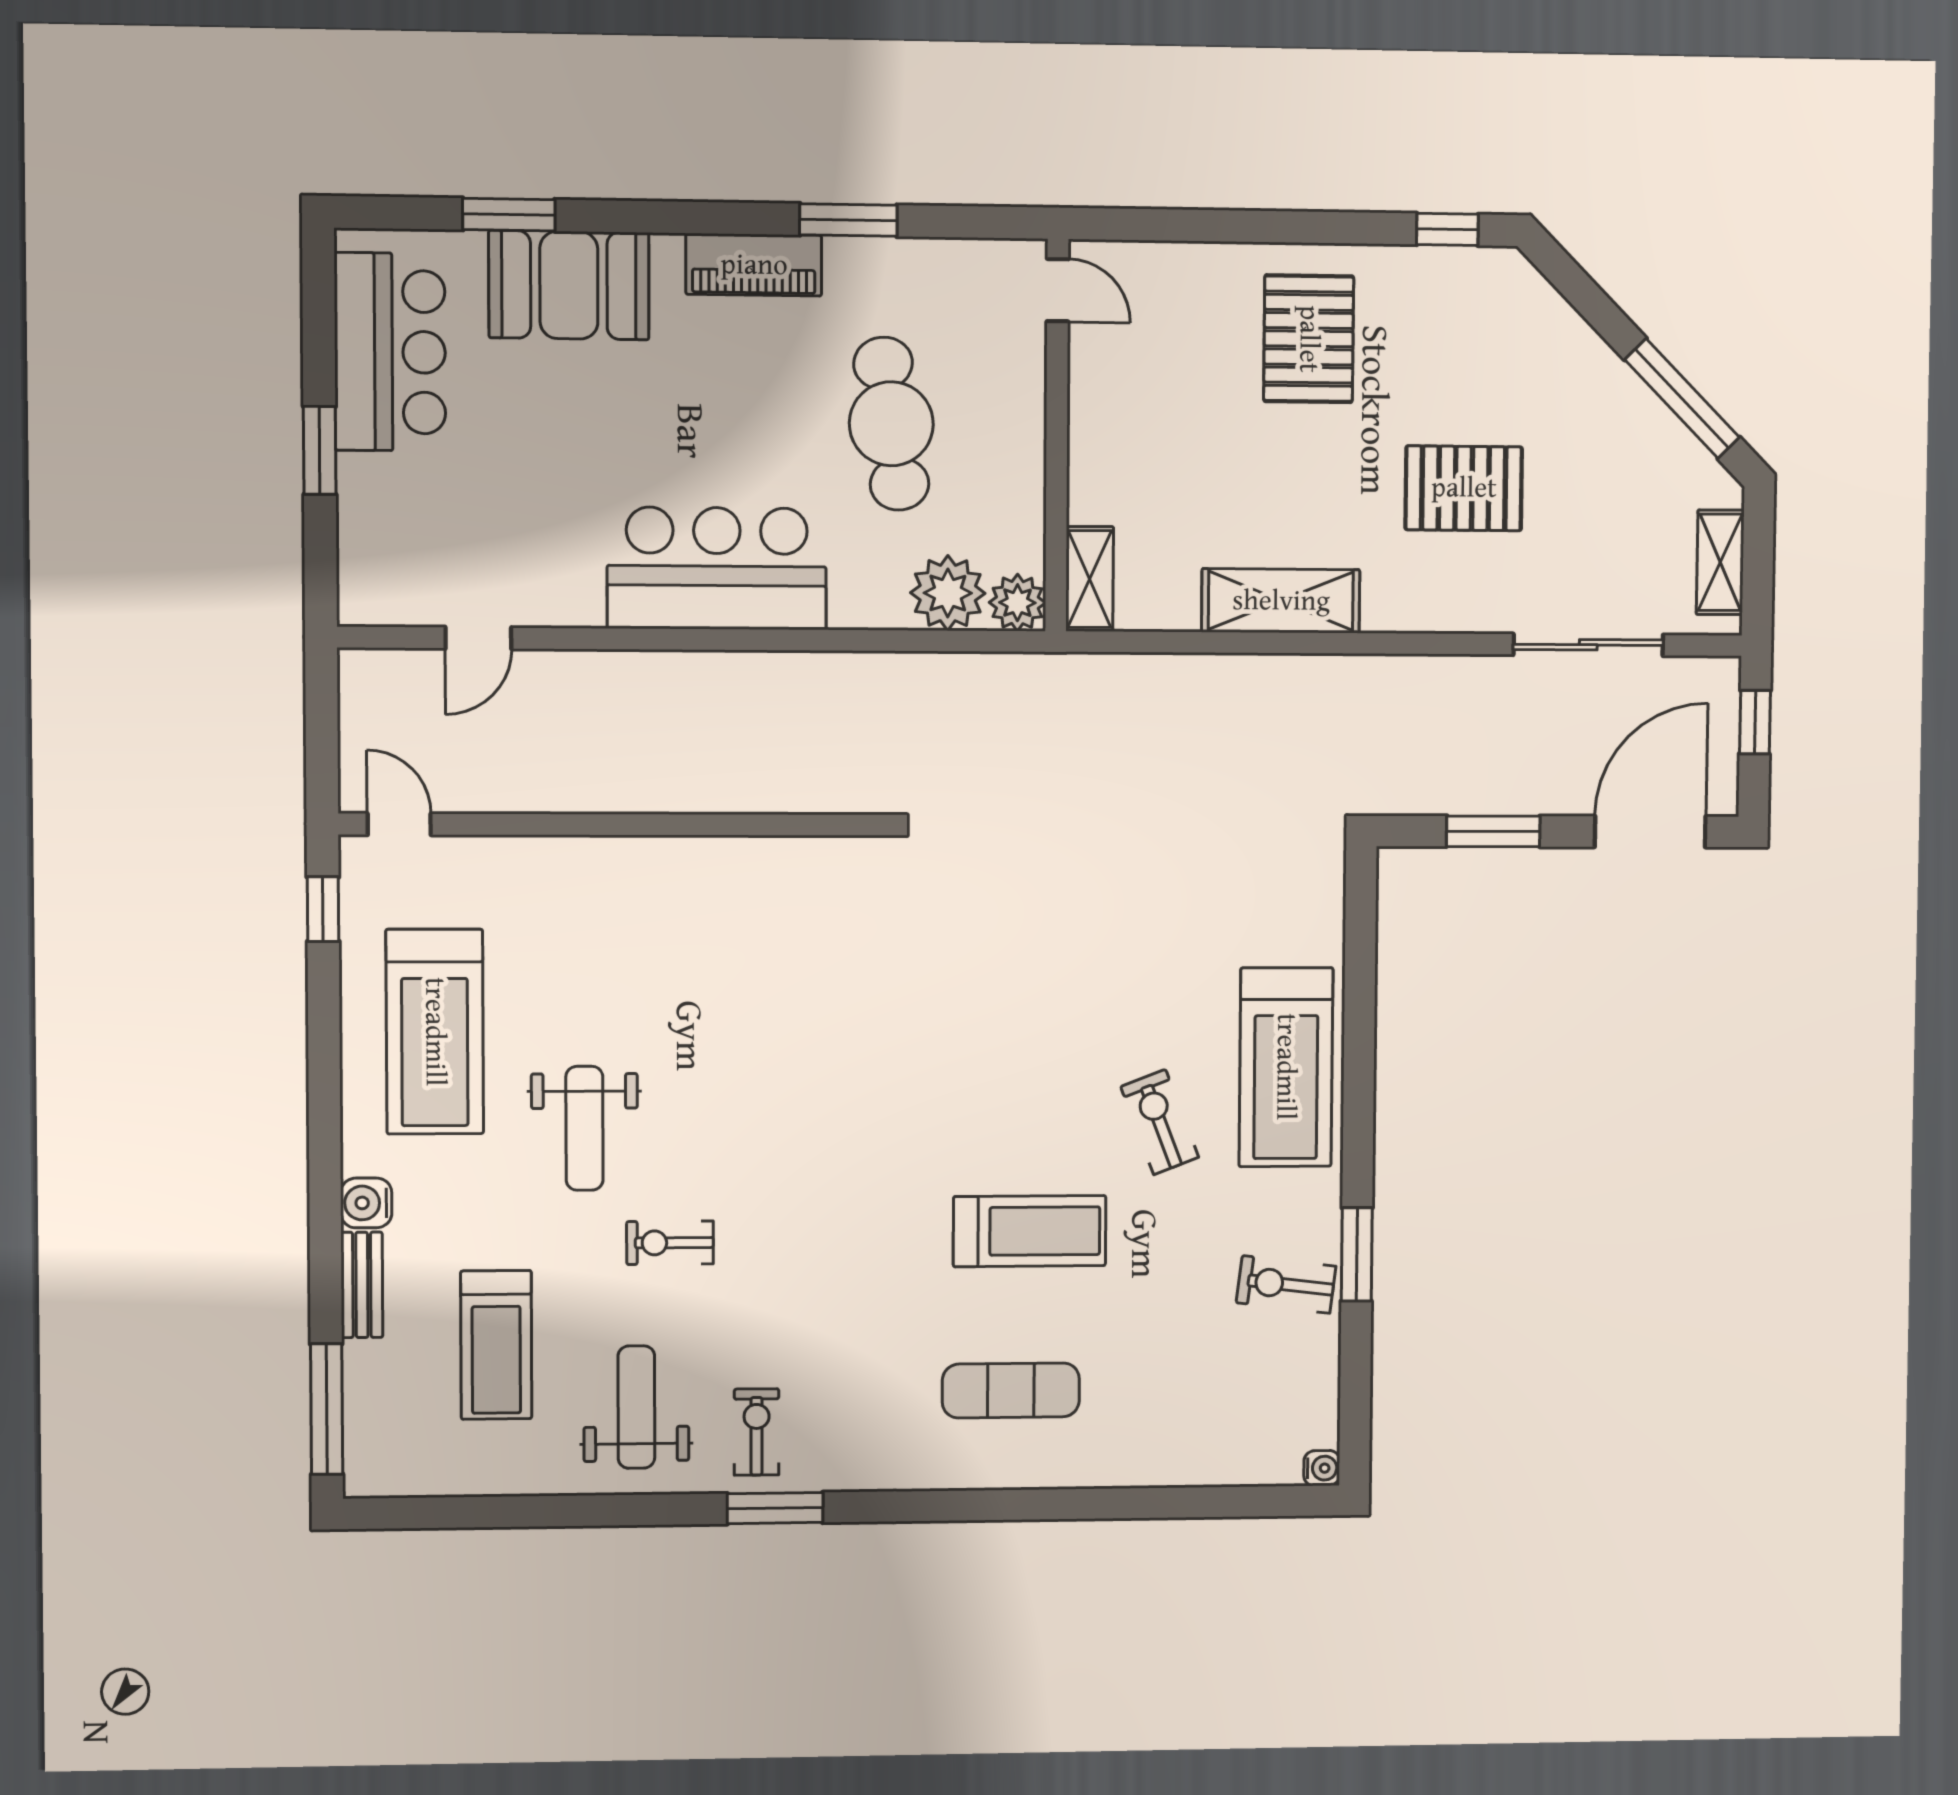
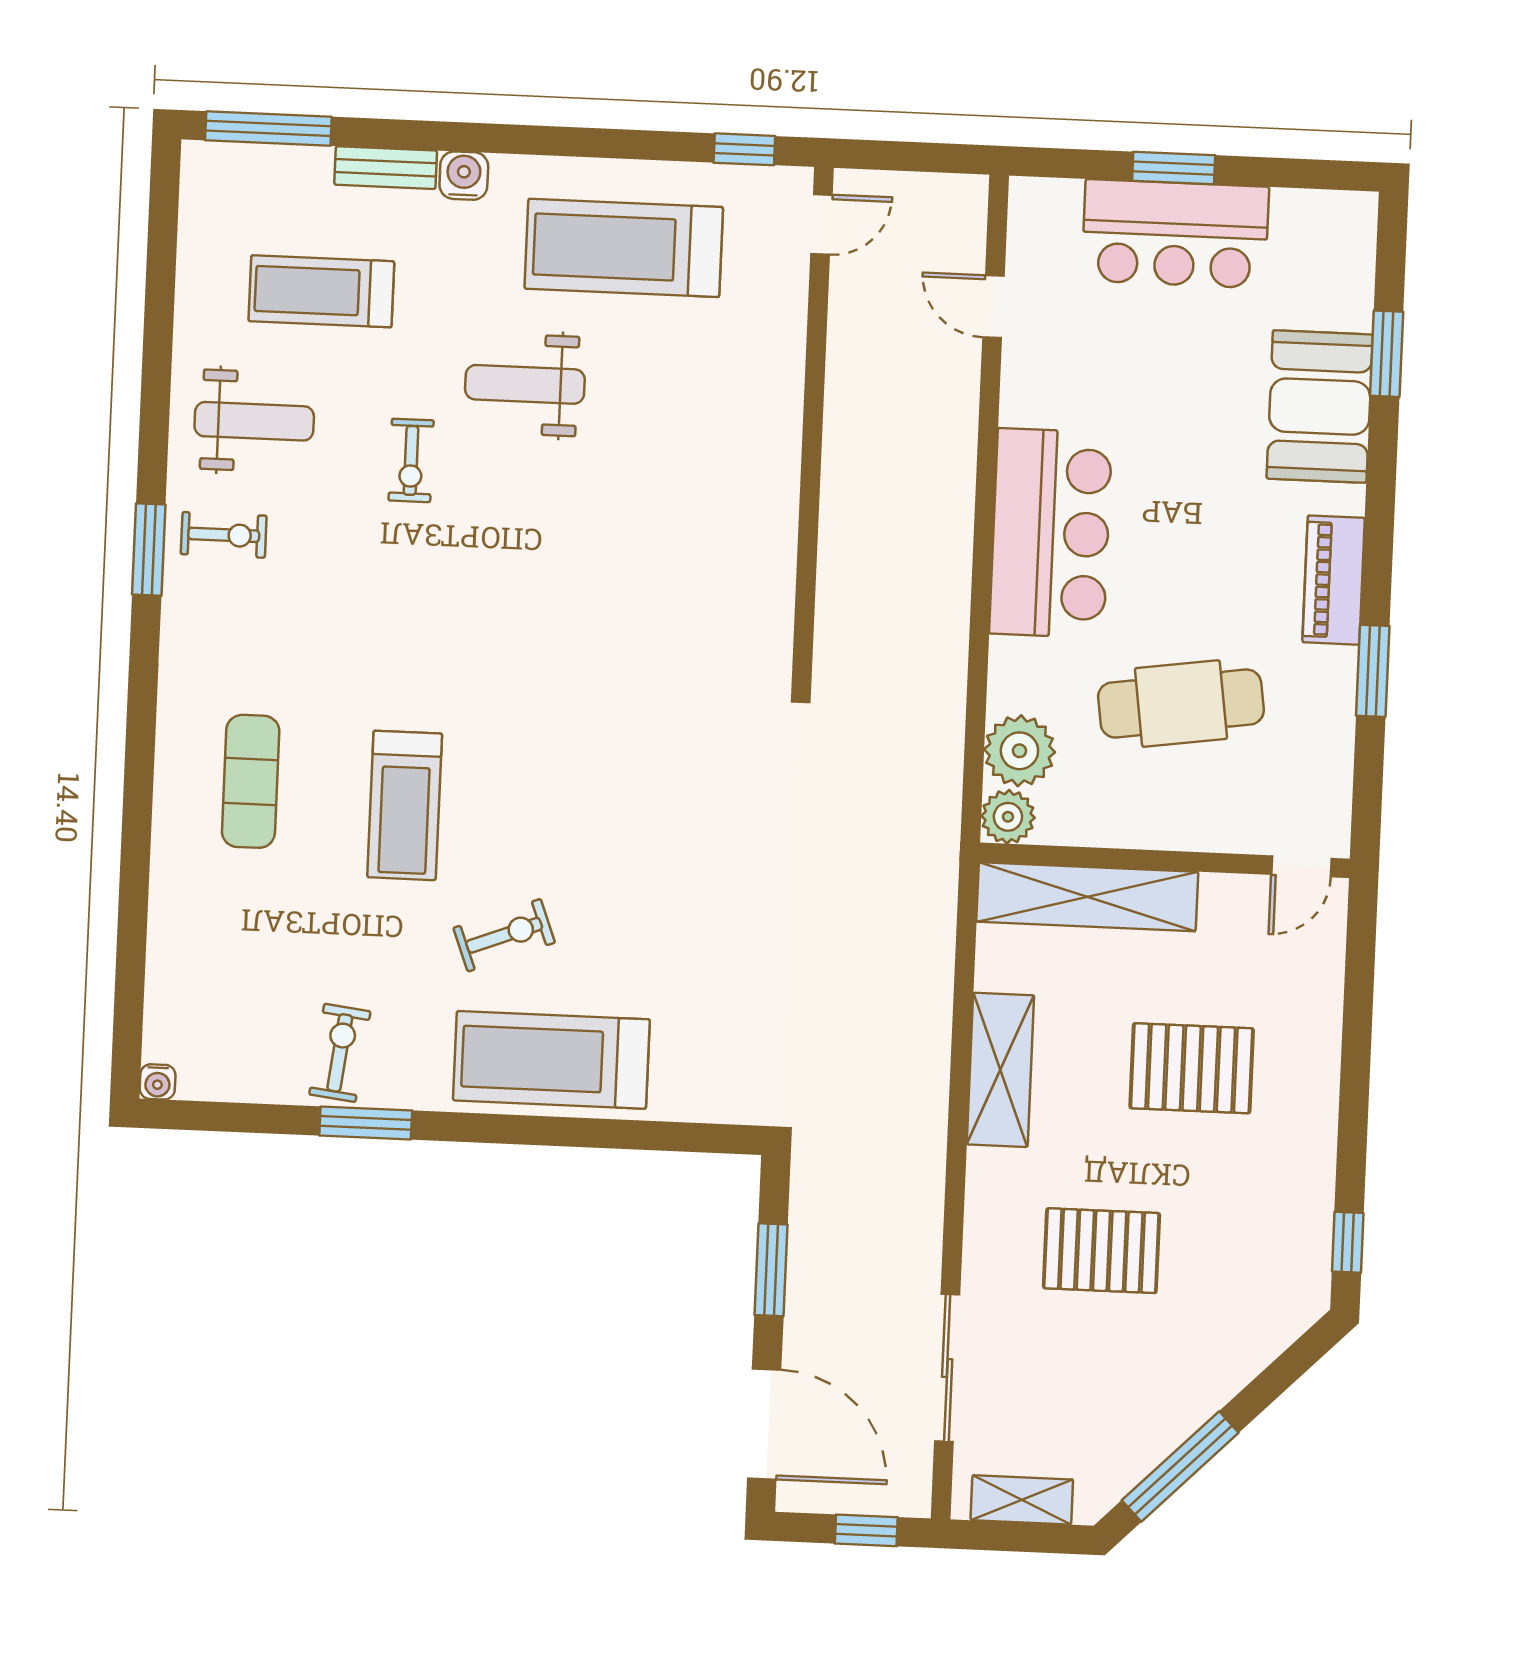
pallet: (1309, 339) -> (1192, 1068), moved
bar counter: (390, 352) -> (1175, 234), moved
pallet: (1464, 488) -> (1101, 1251), turned 90
shelving: (1090, 579) -> (1087, 897), width x2.20, depth x1.33
exercise bike: (670, 1243) -> (411, 460), turned 180

